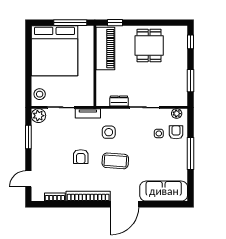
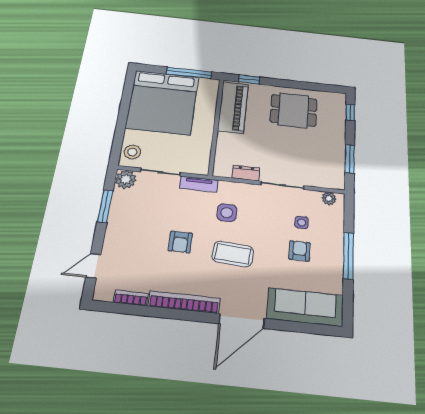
dining table: (149, 46) -> (294, 110), turned 90
armchair: (176, 132) -> (300, 251), moved

